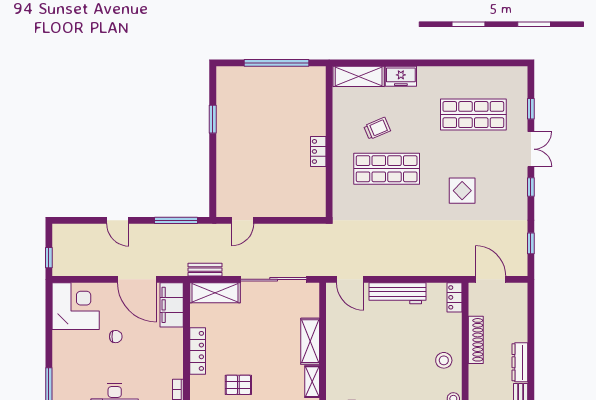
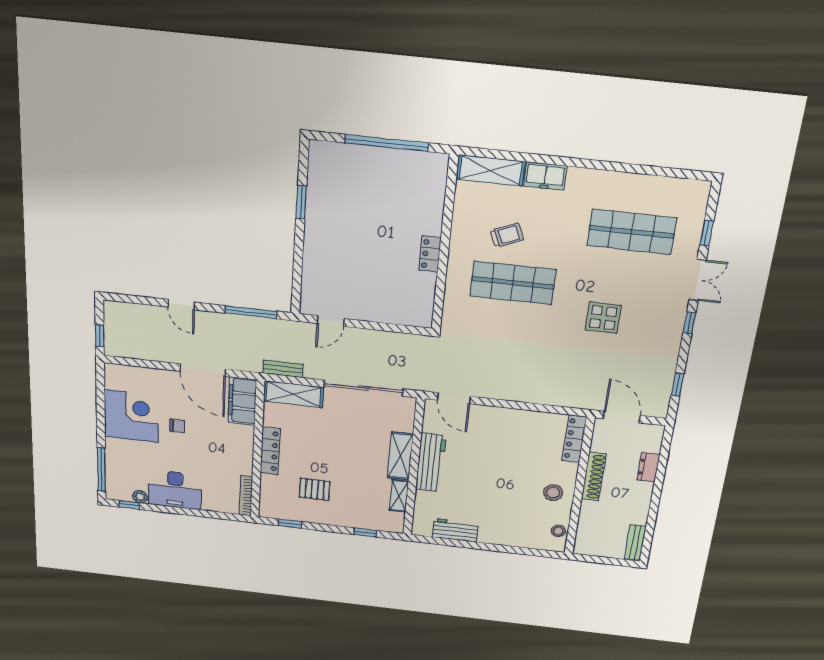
workbench: (398, 293) -> (431, 463), moved, turned -90
locker: (454, 297) -> (574, 439), width x1.53
corner desk: (76, 306) -> (131, 416), moved
dresser: (520, 362) -> (648, 467), moved, width x0.70

